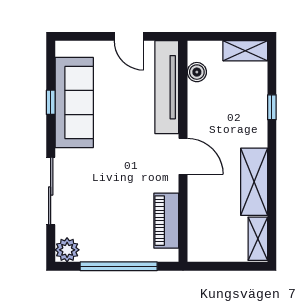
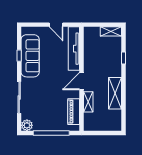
boiler: (197, 72) -> (88, 41), removed
door: (183, 156) -> (82, 81), swing flipped
shelving: (258, 239) -> (88, 102), moved

